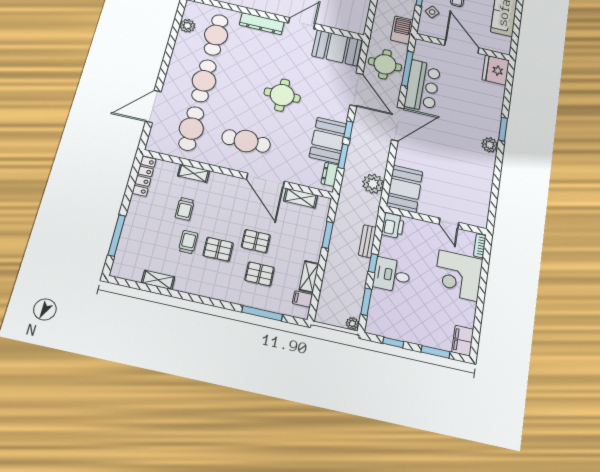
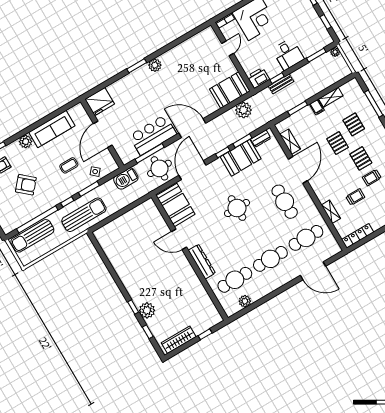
window: (373, 263) -> (277, 78), moved
filing cabinet: (302, 299) -> (317, 107), moved

